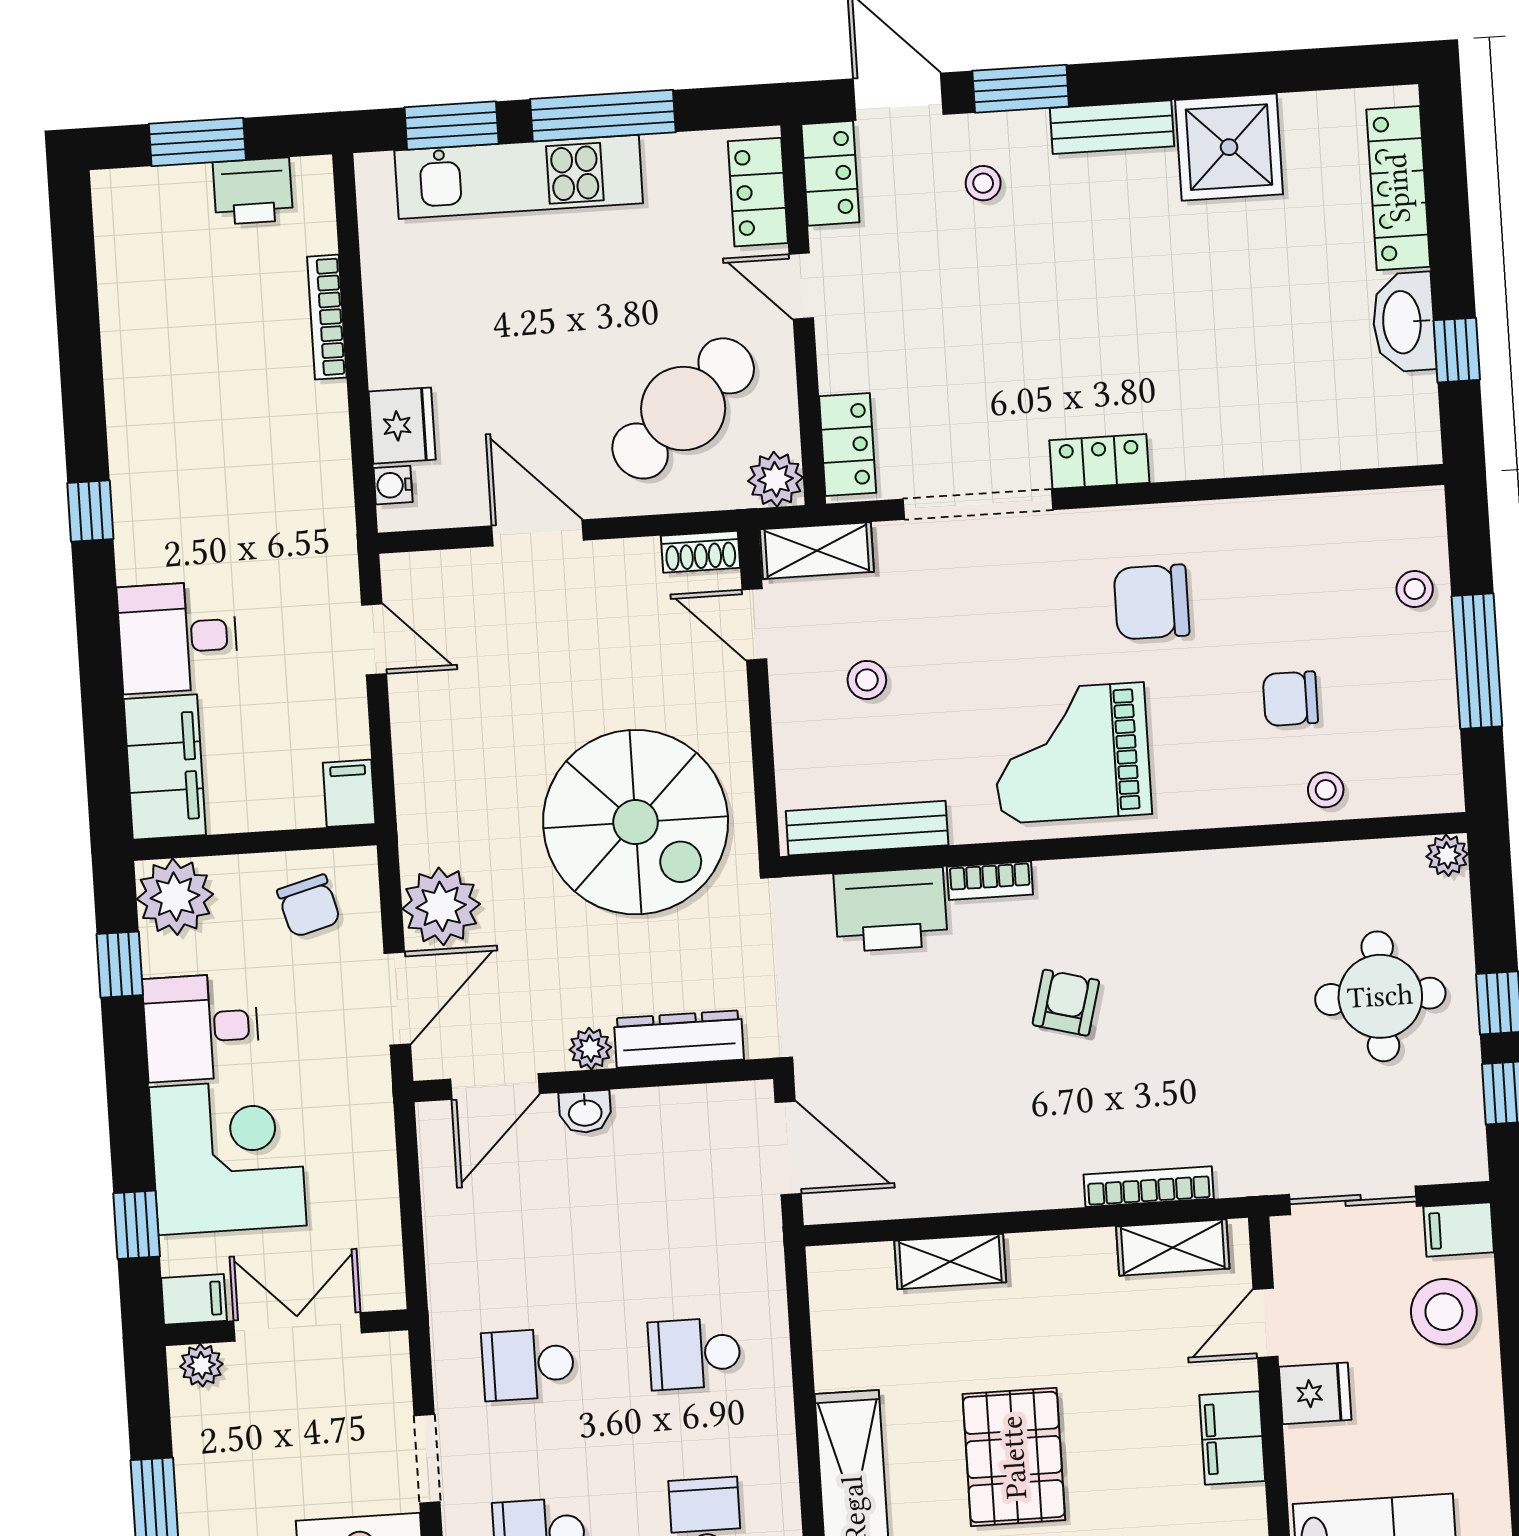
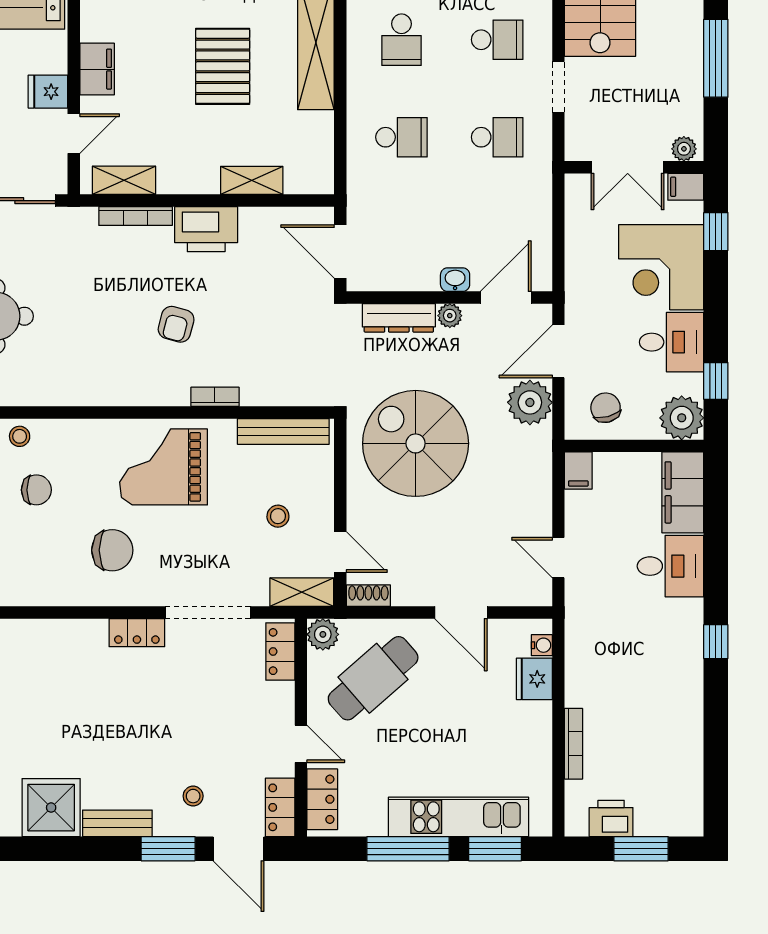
grand piano: (1072, 753) -> (164, 467), turned 180
printer: (891, 910) -> (206, 229), moved, turned 180

